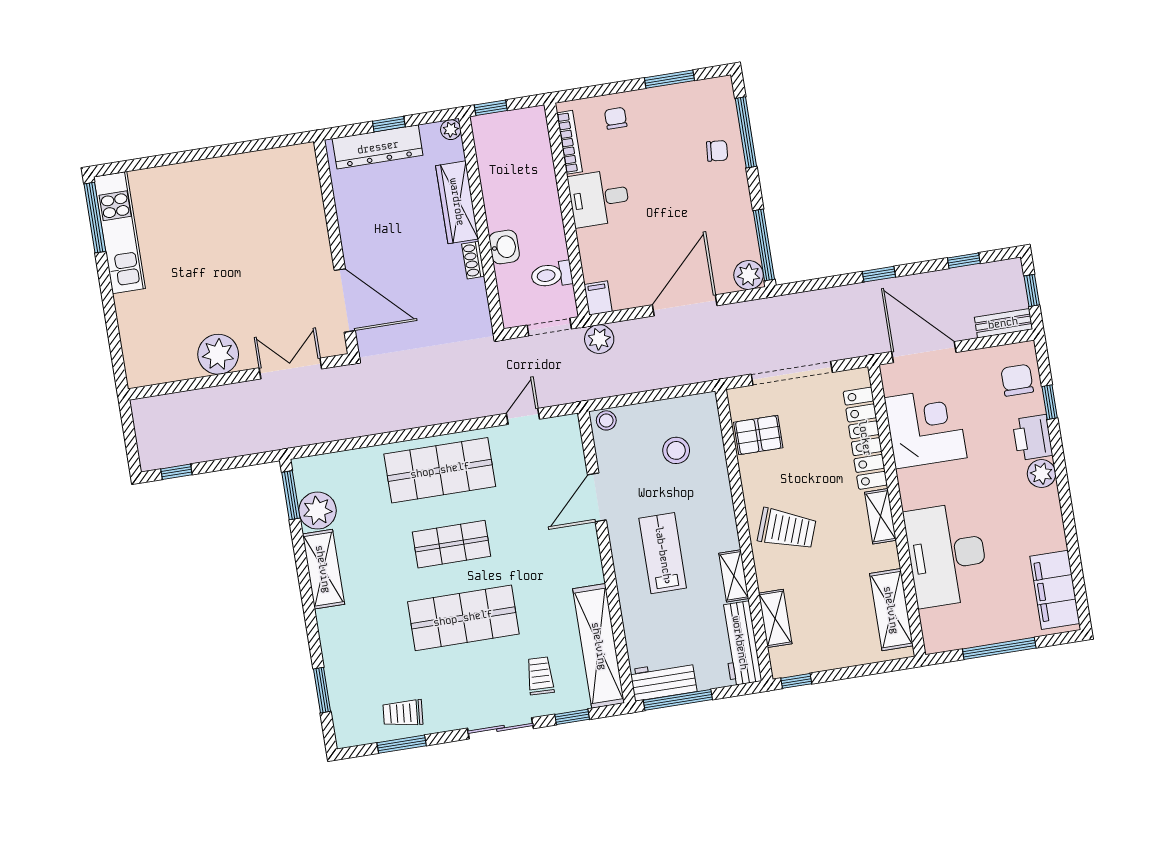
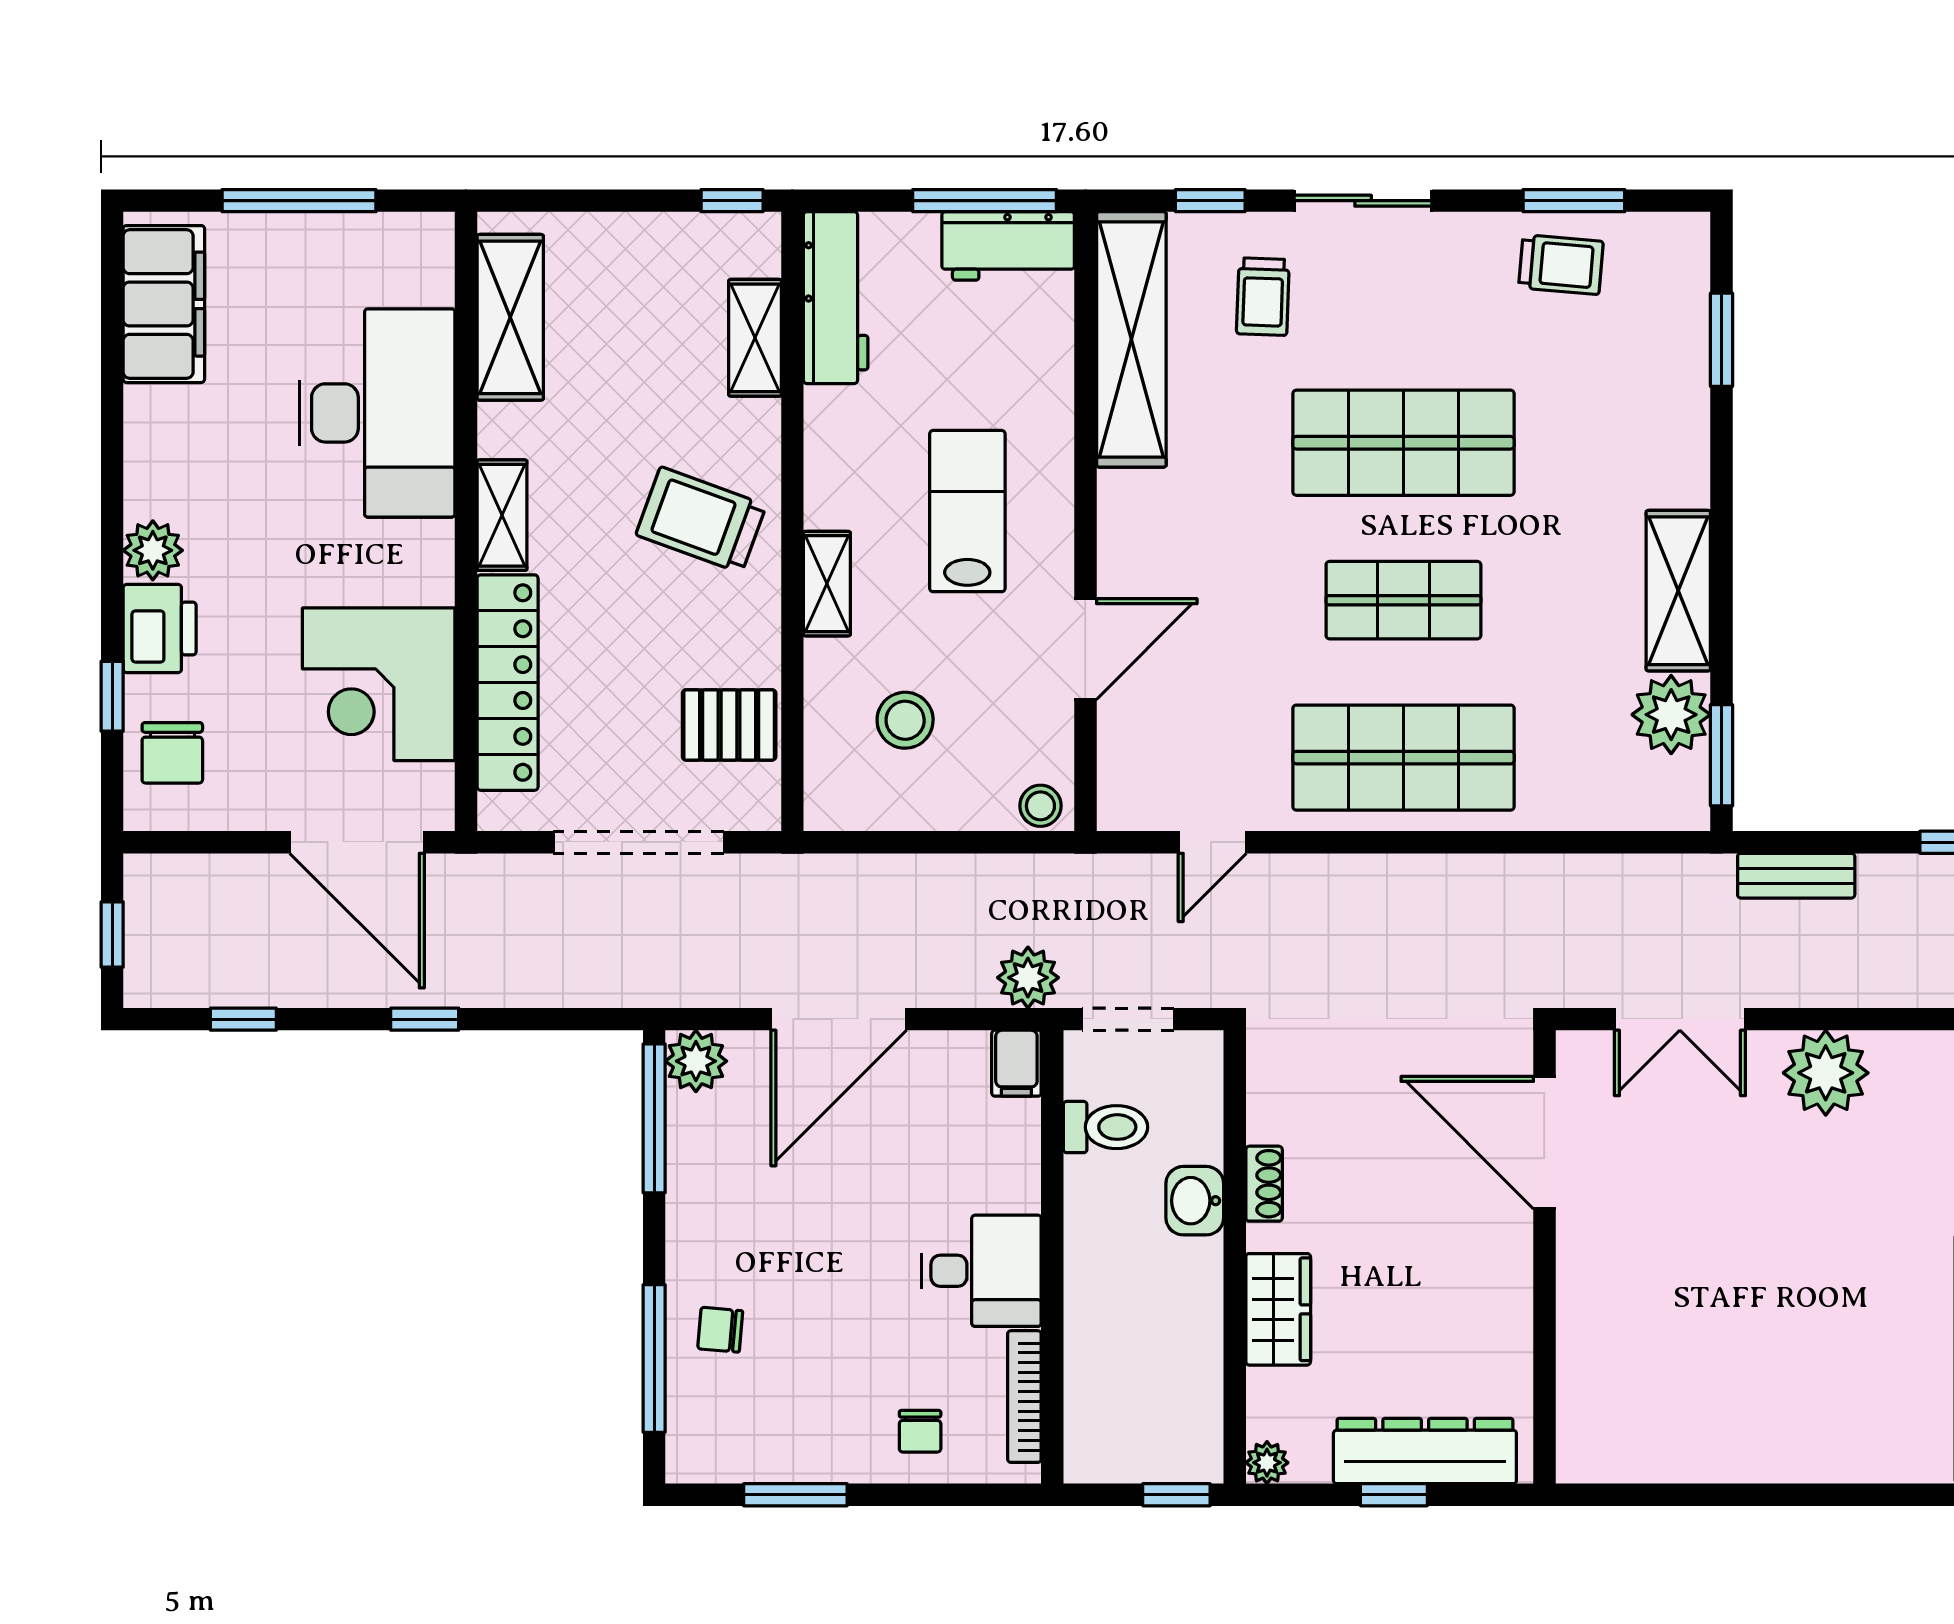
wardrobe: (457, 202) -> (1278, 1309), width x0.67
bench: (1003, 323) -> (1796, 876), moved
lab bench: (663, 553) -> (967, 511), turned 180
shelving: (734, 576) -> (827, 584), moved

